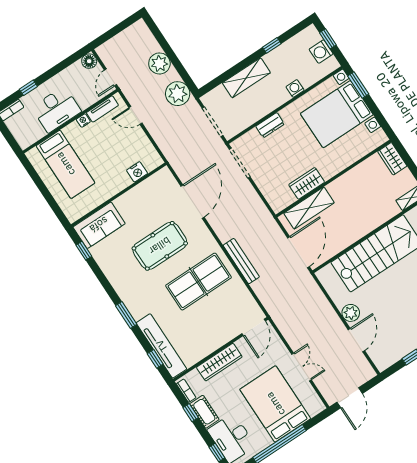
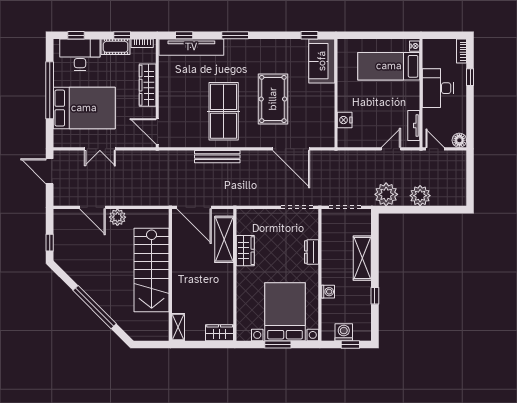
window: (358, 85) -> (278, 344), moved
nightstand: (83, 121) -> (415, 46), moved

